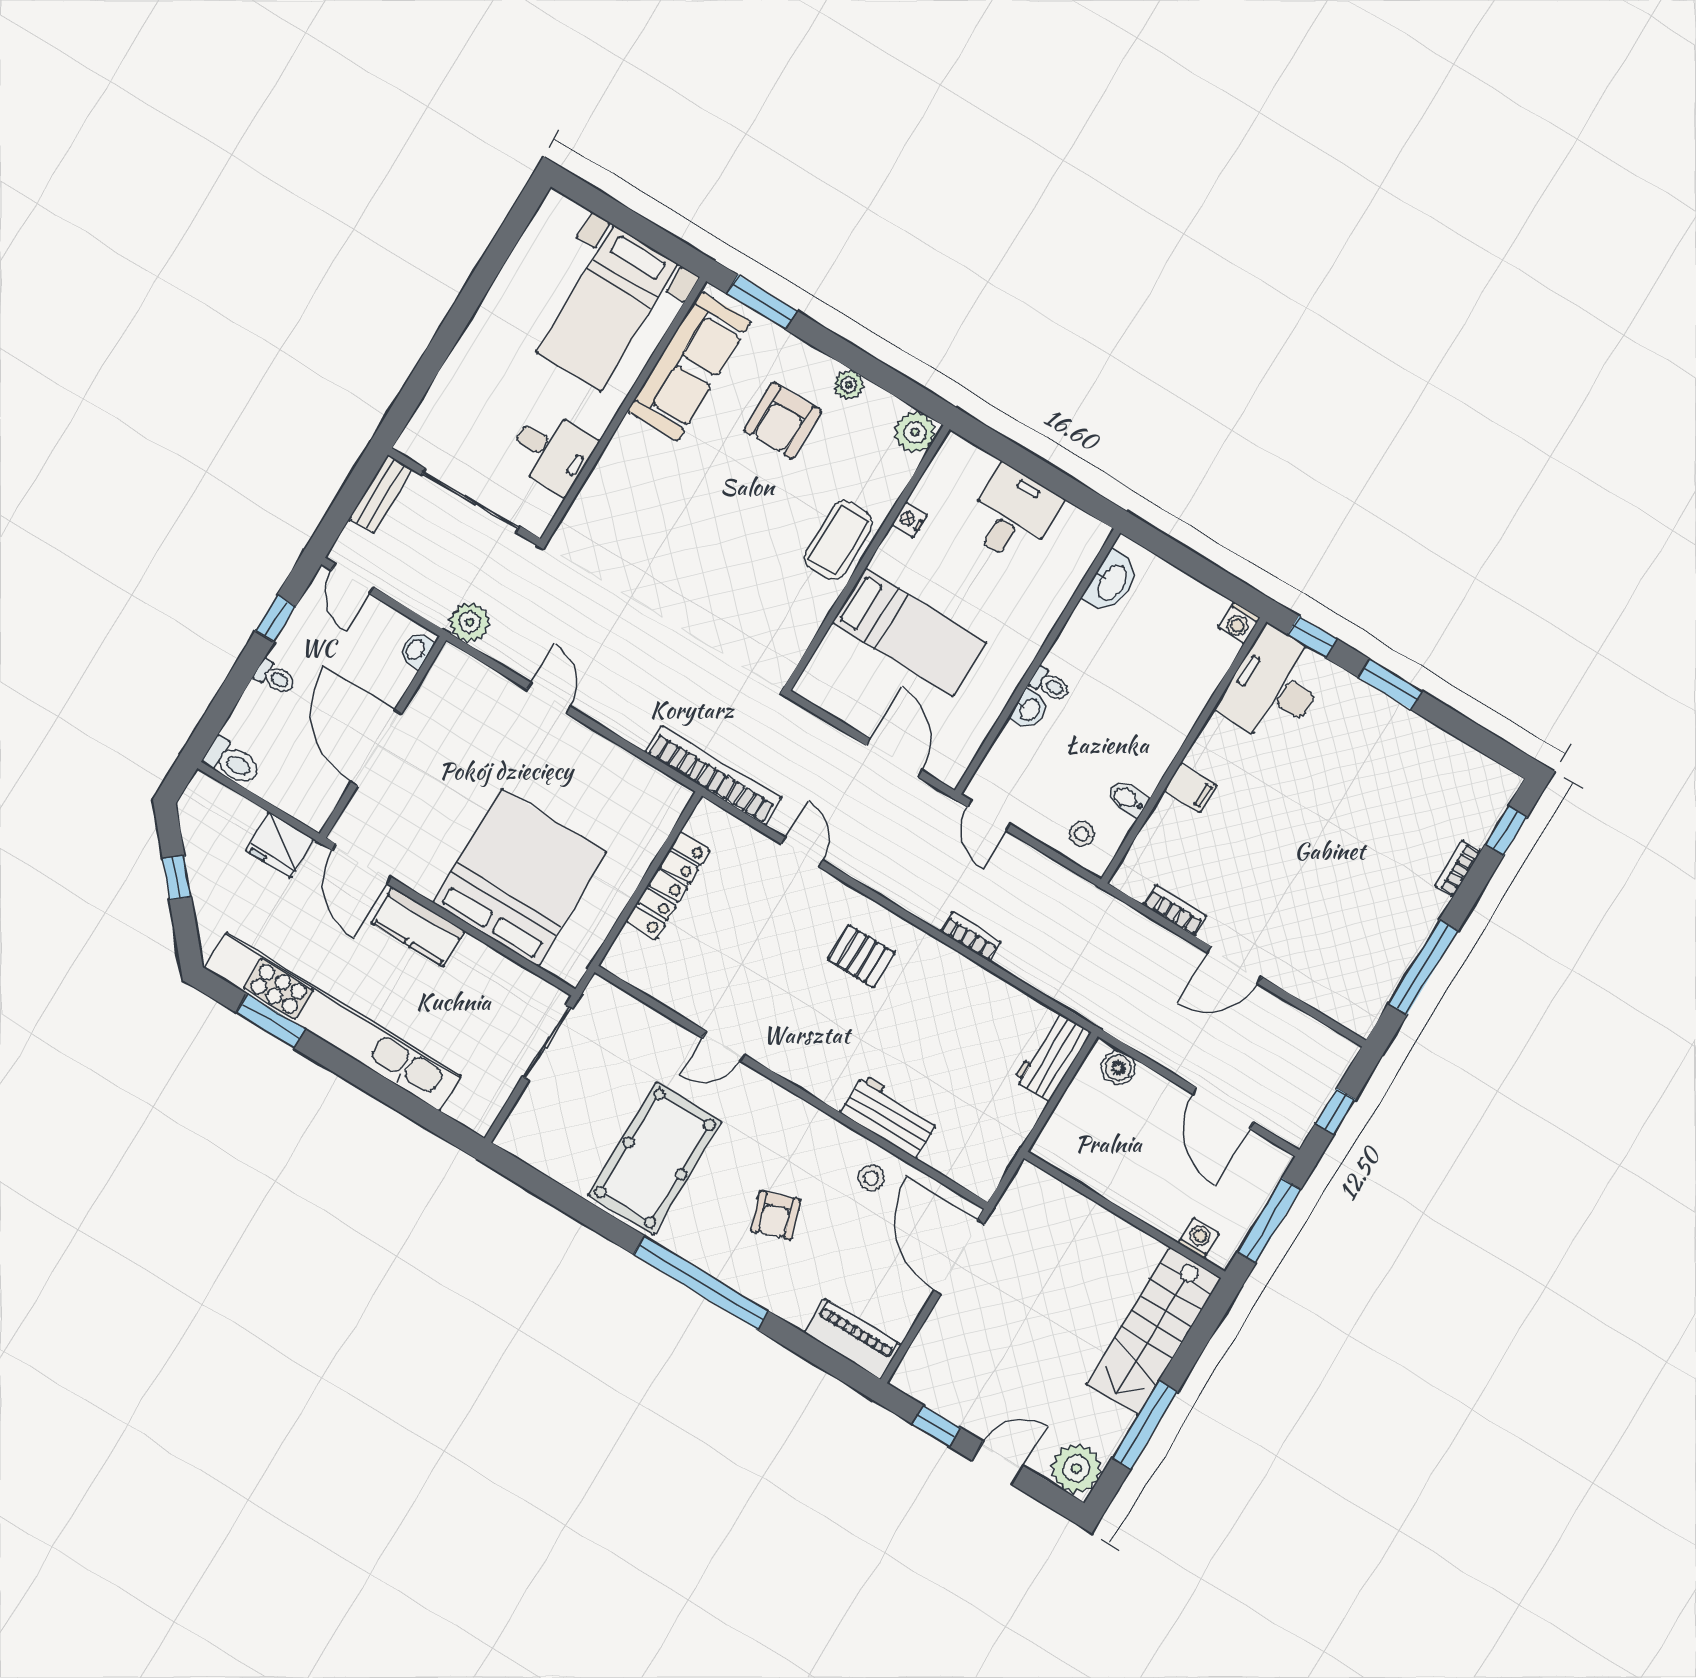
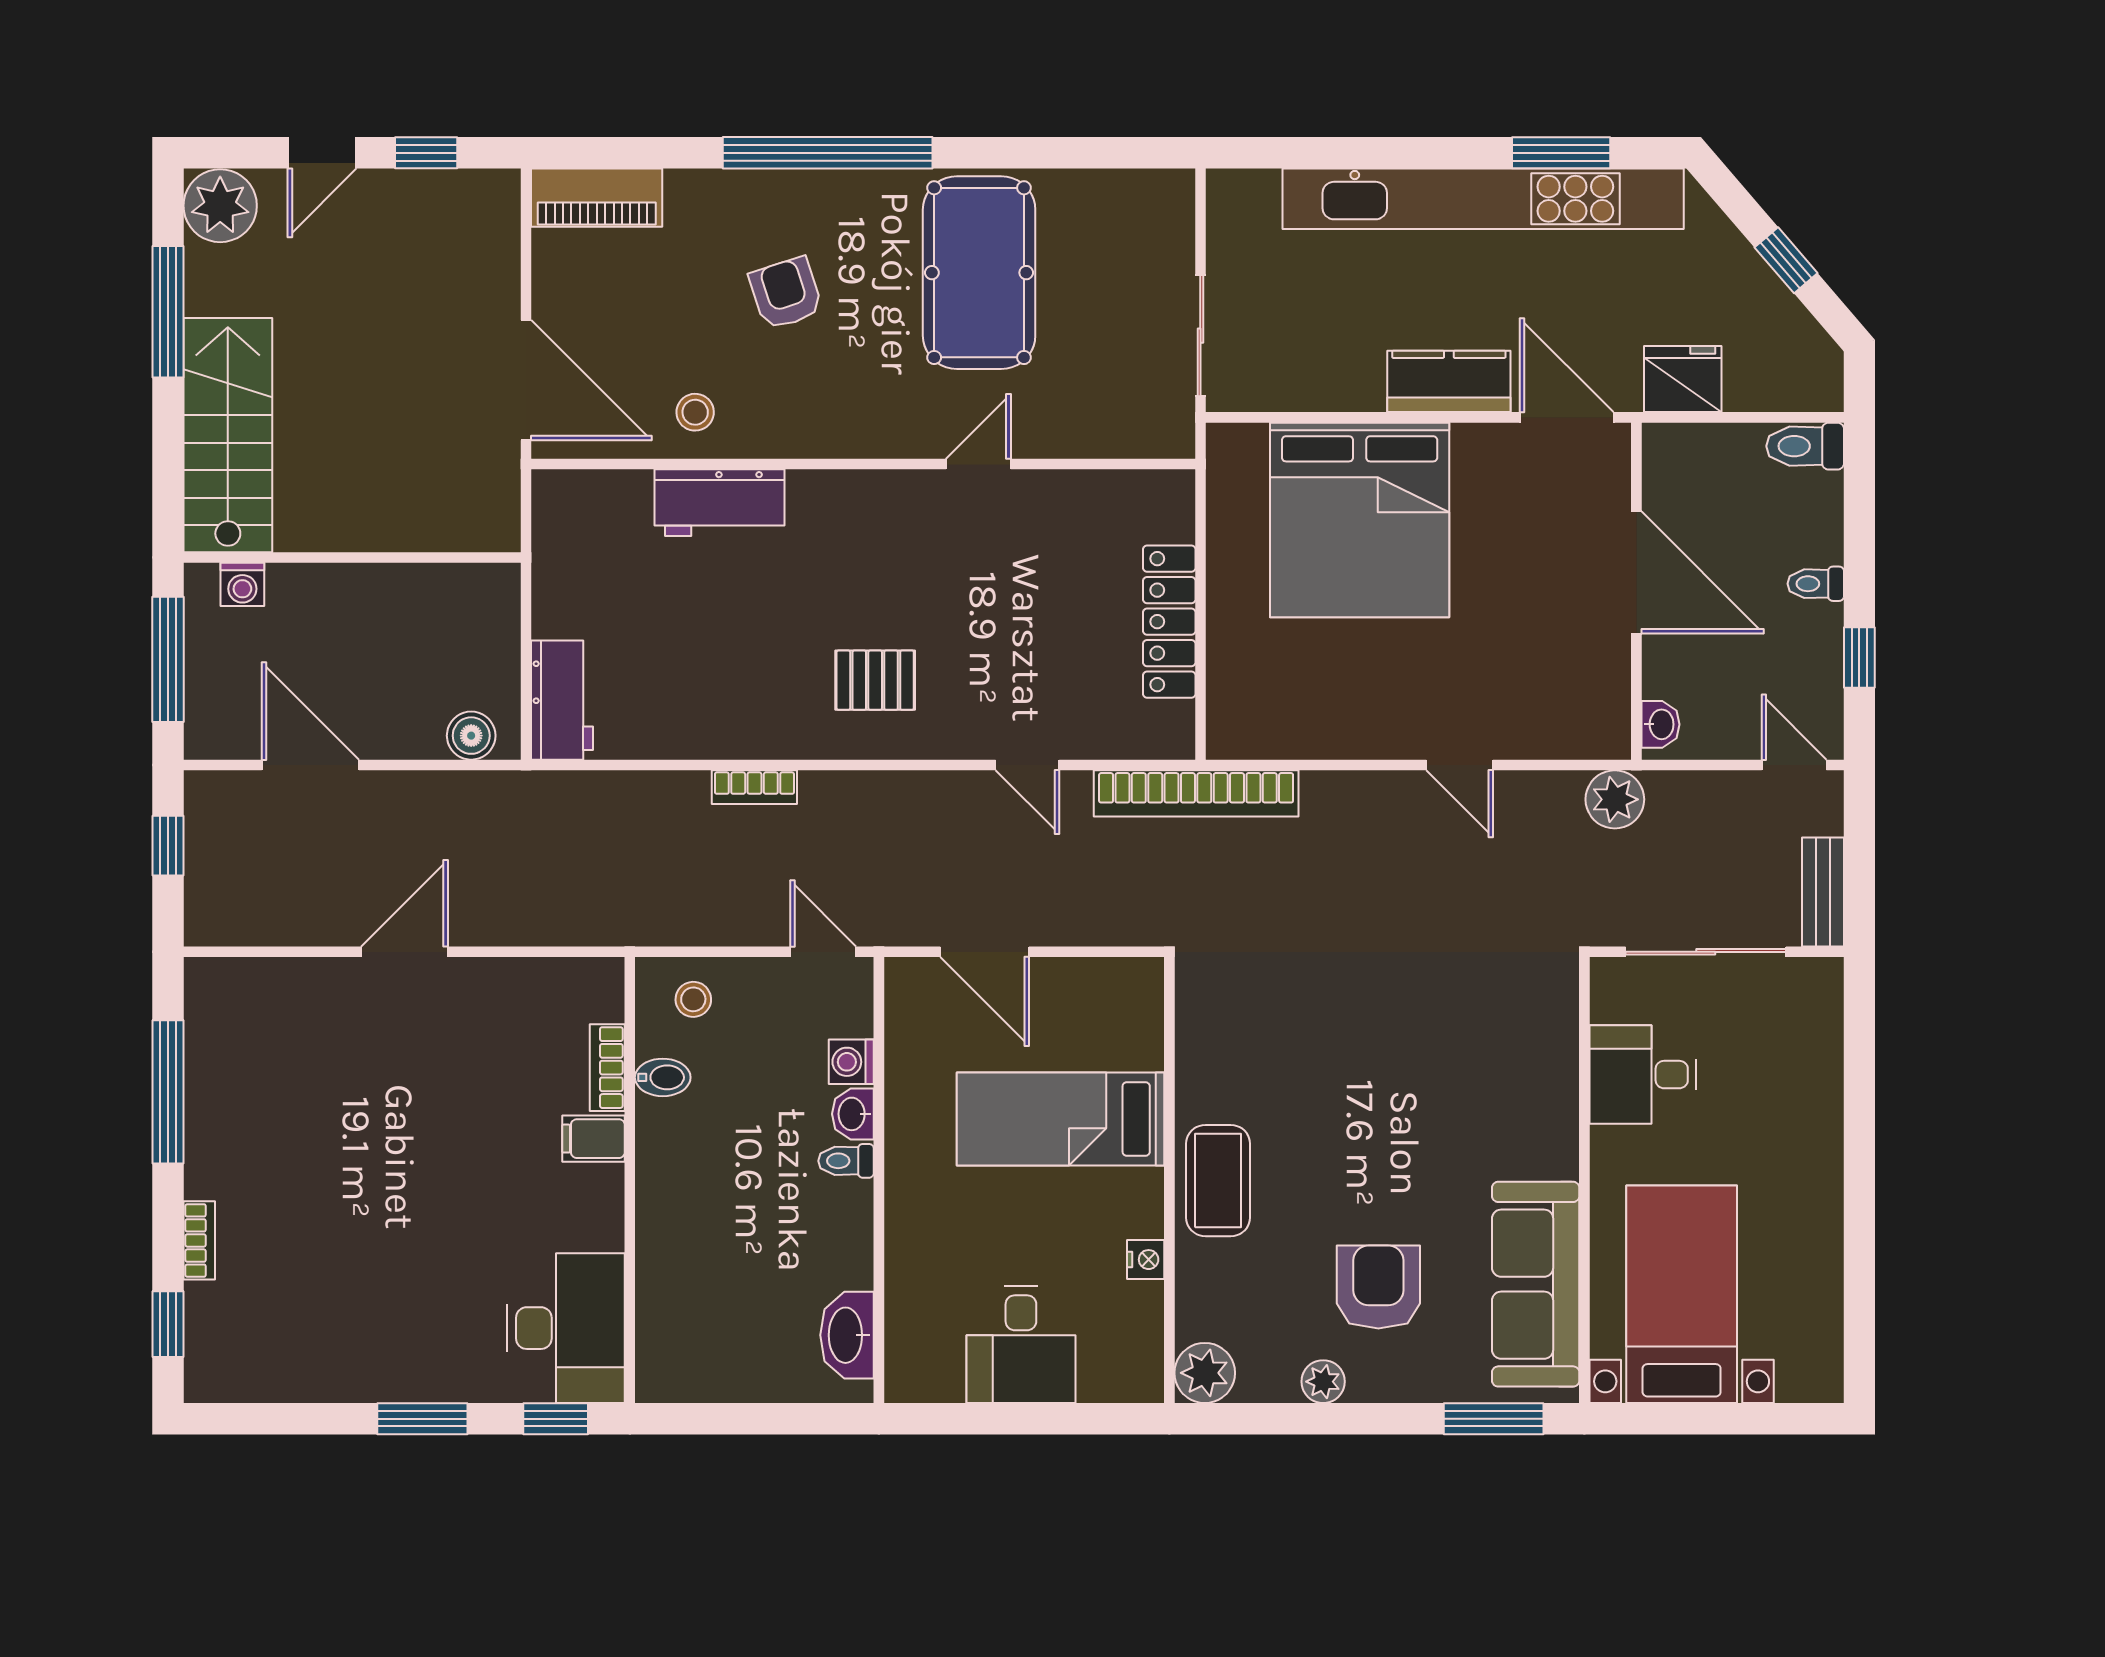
washing machine: (1239, 623) -> (851, 1062), moved, turned -90
bookcase: (1175, 910) -> (607, 1068), moved, turned 90

